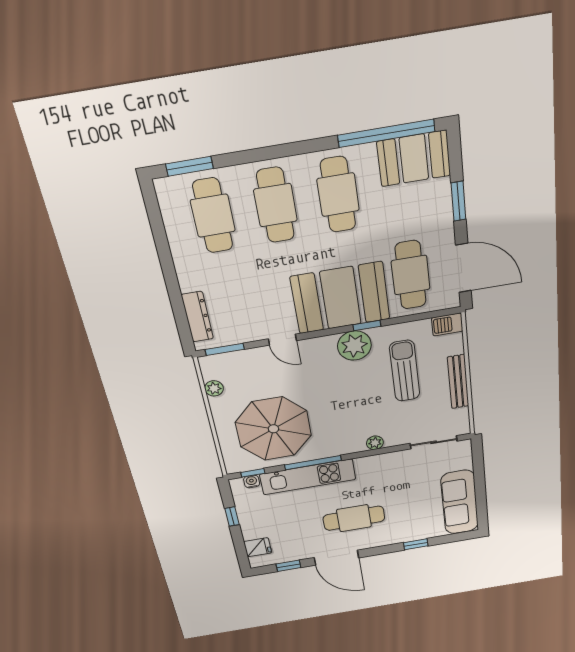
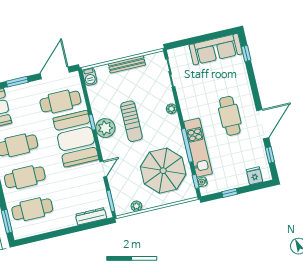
sun lounger: (405, 371) -> (131, 121), moved, turned -90
window: (416, 544) -> (246, 53), moved

